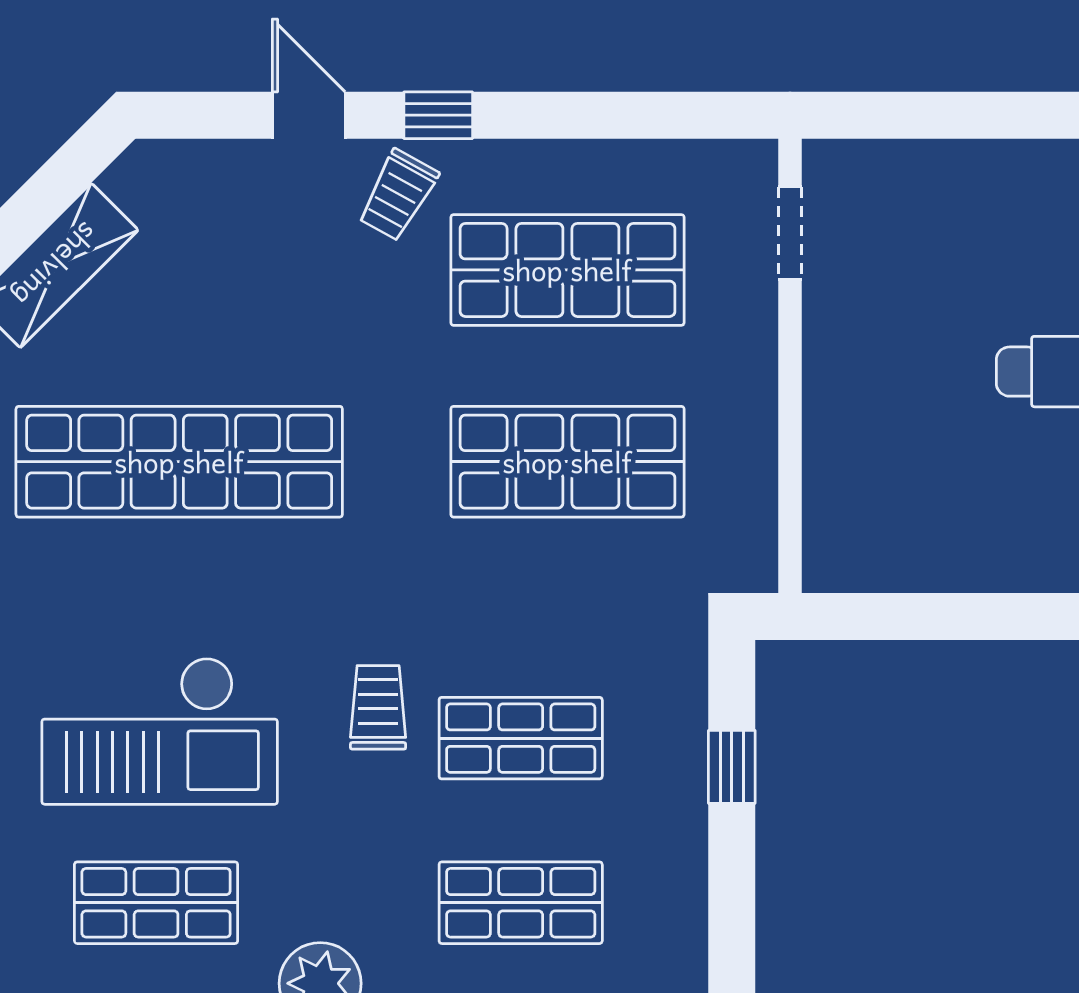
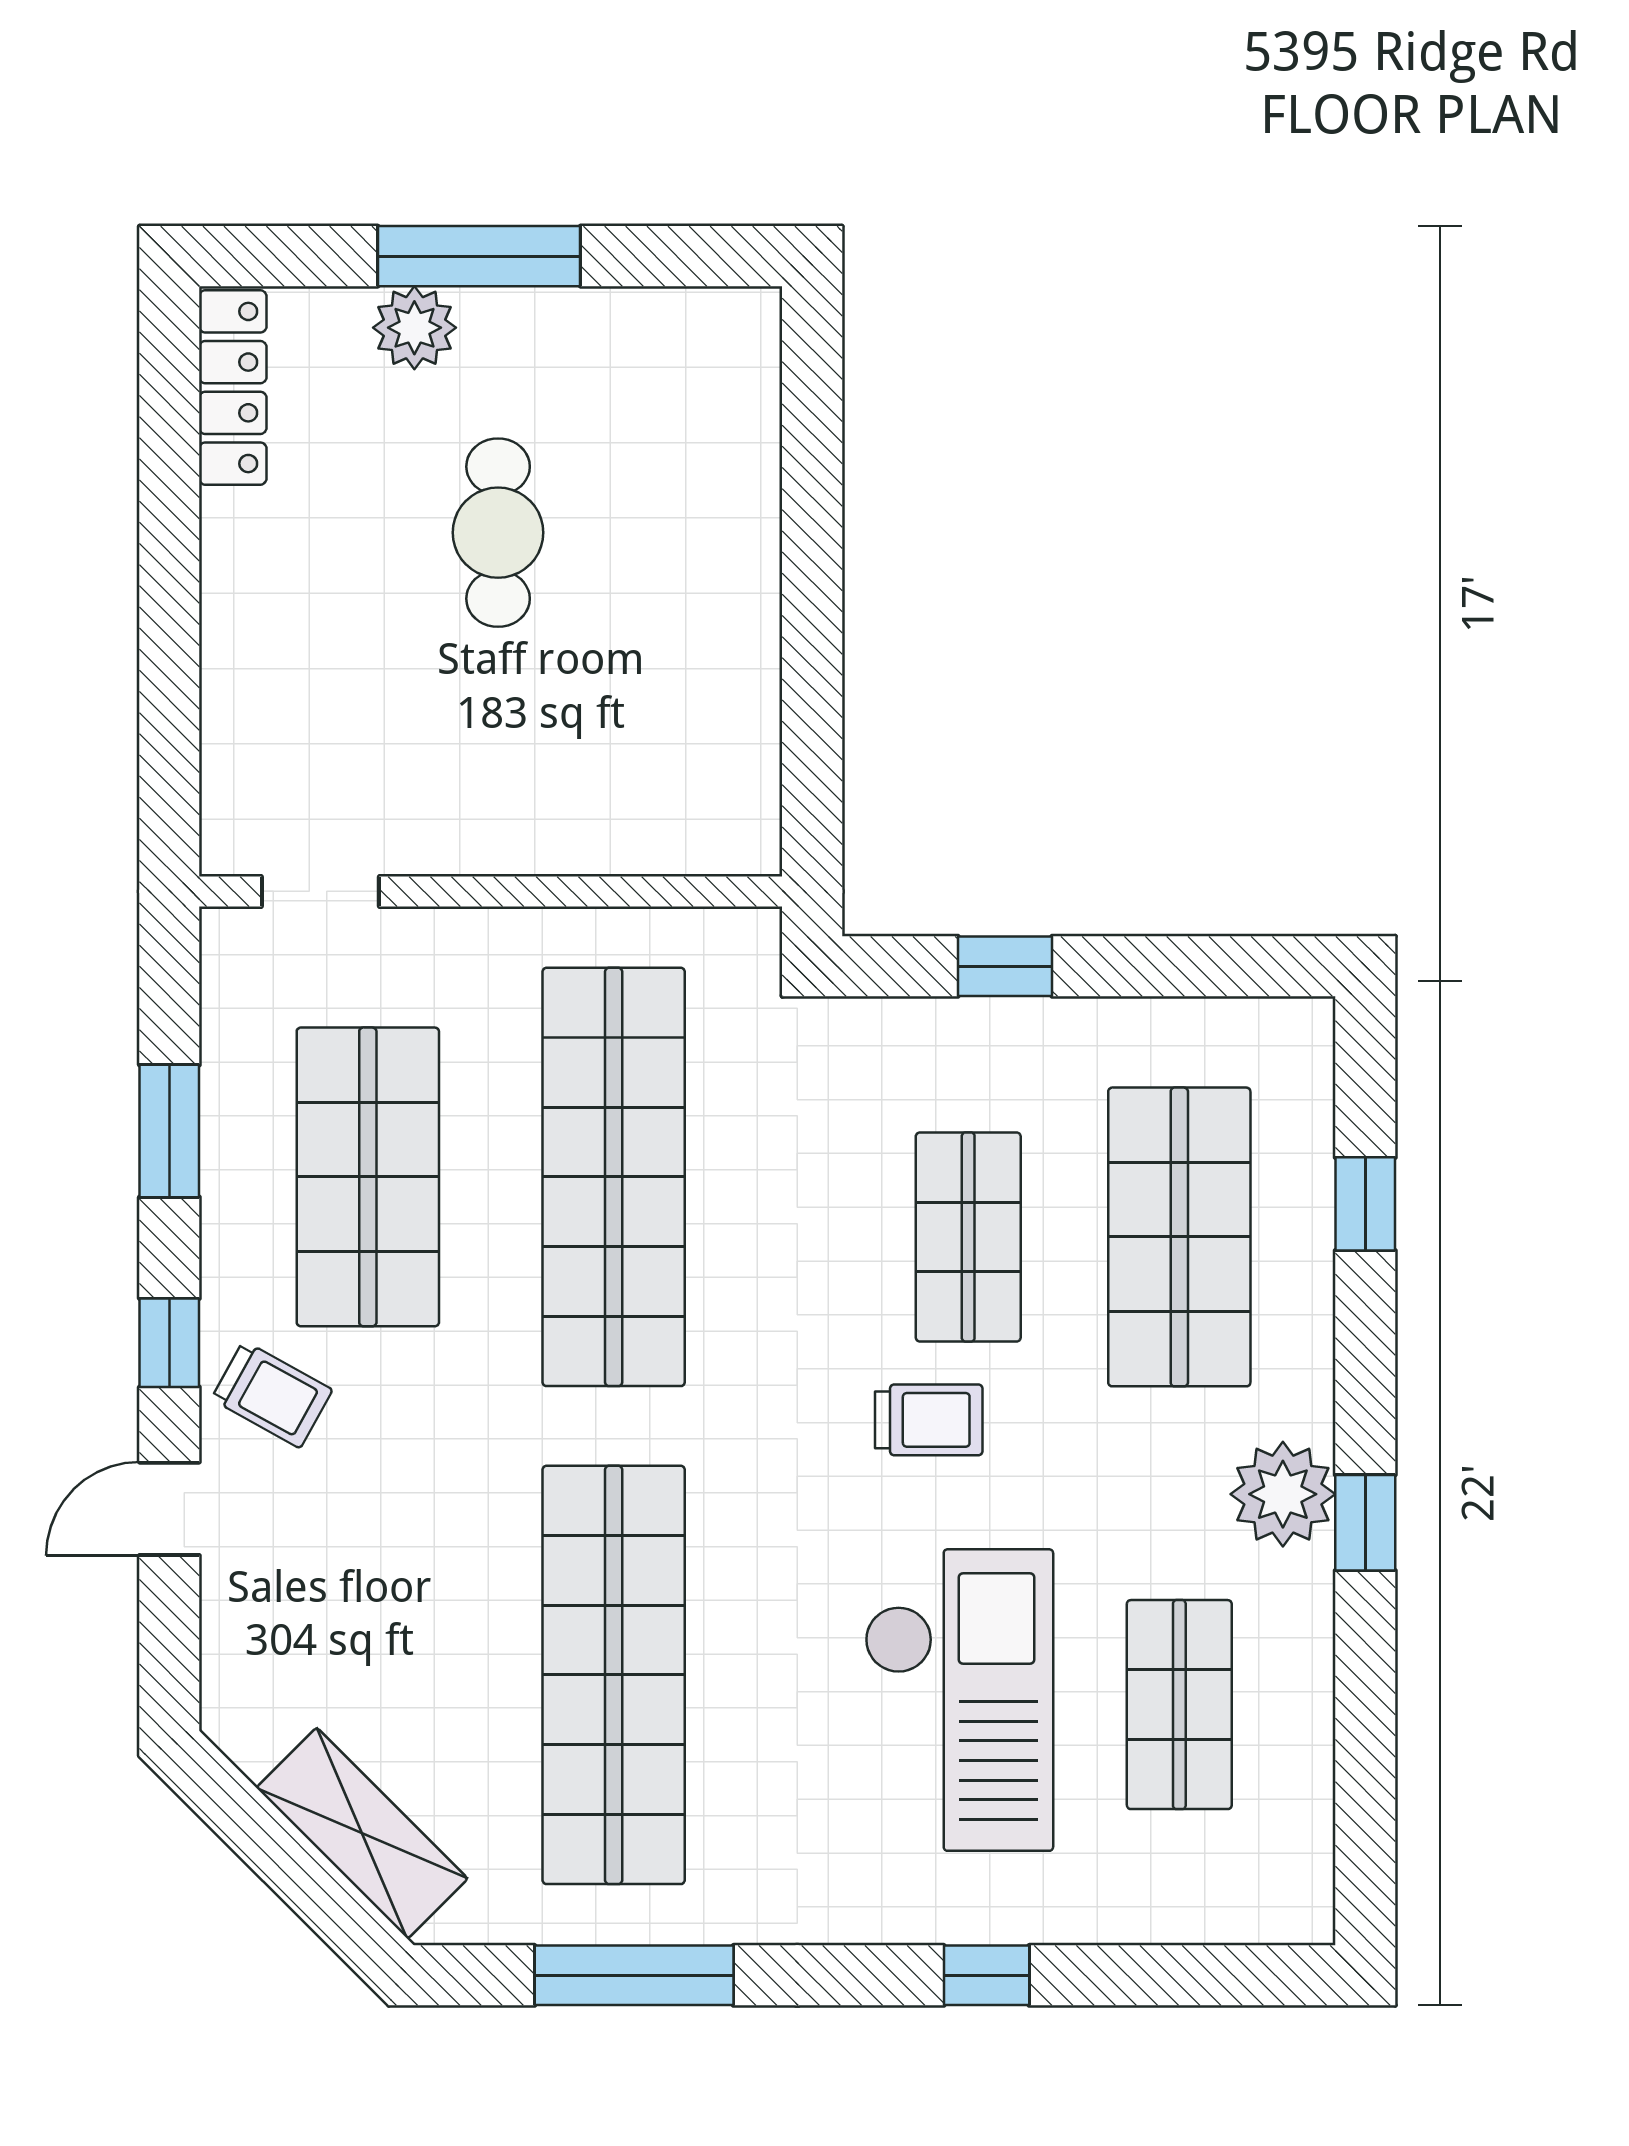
window: (603, 115) -> (169, 1131), added
shop shelf: (567, 462) -> (614, 1177), width x1.40
trolley: (378, 707) -> (929, 1420), turned 180
shop shelf: (521, 903) -> (1179, 1237), width x1.43, depth x1.36

